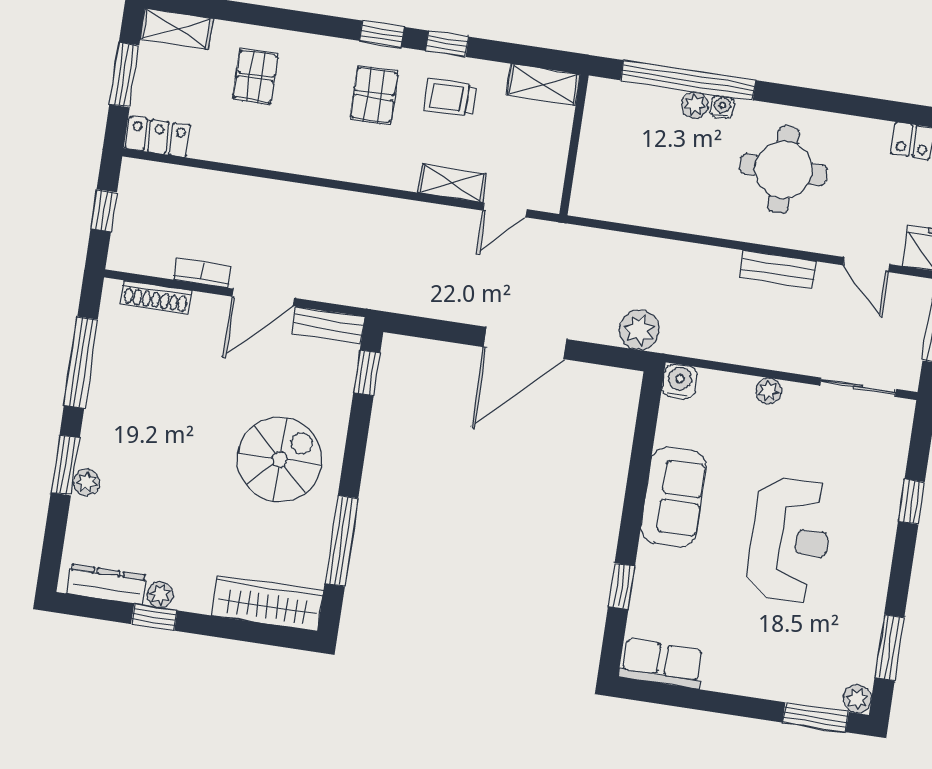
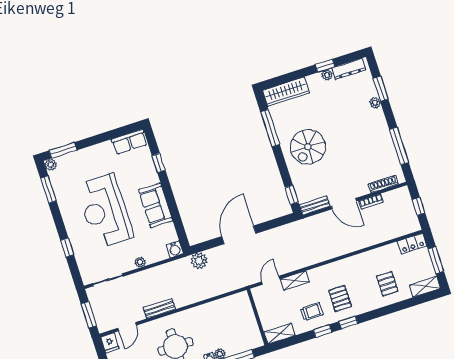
door: (867, 265) -> (127, 327), swing flipped
door: (263, 297) -> (344, 204), swing flipped
window: (65, 465) -> (381, 89), moved
reception desk: (790, 540) -> (105, 211), width x1.36, depth x1.30

